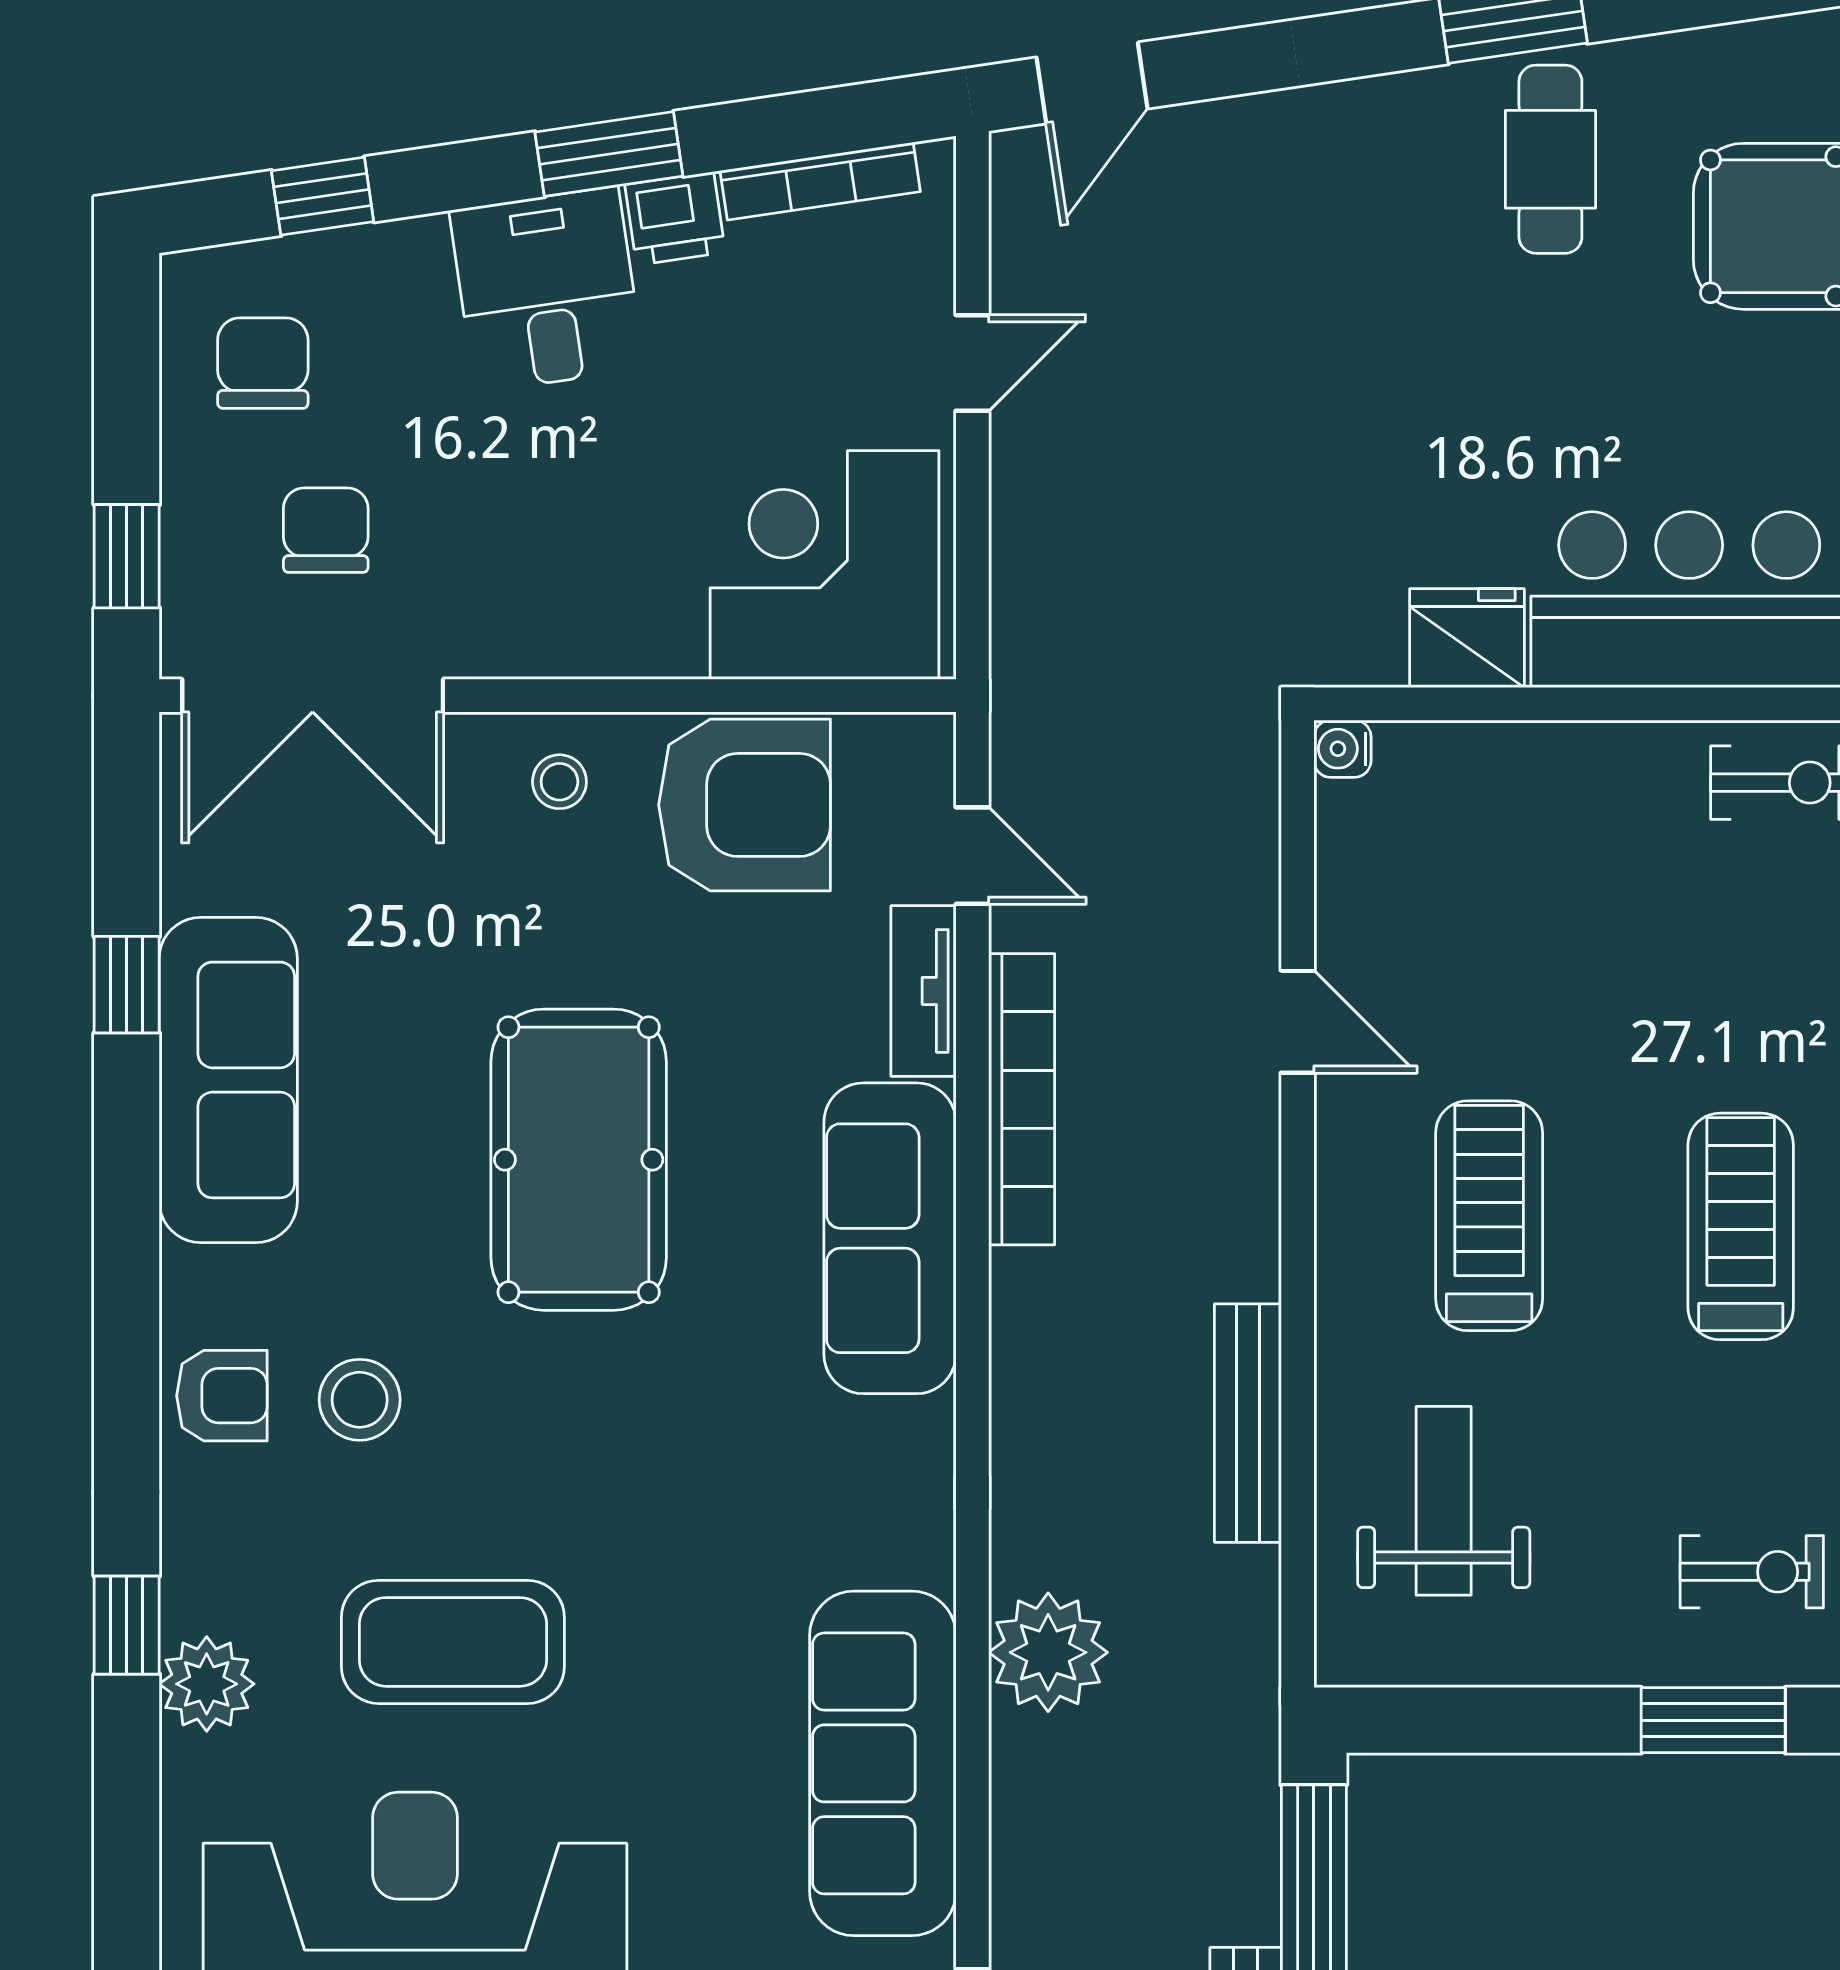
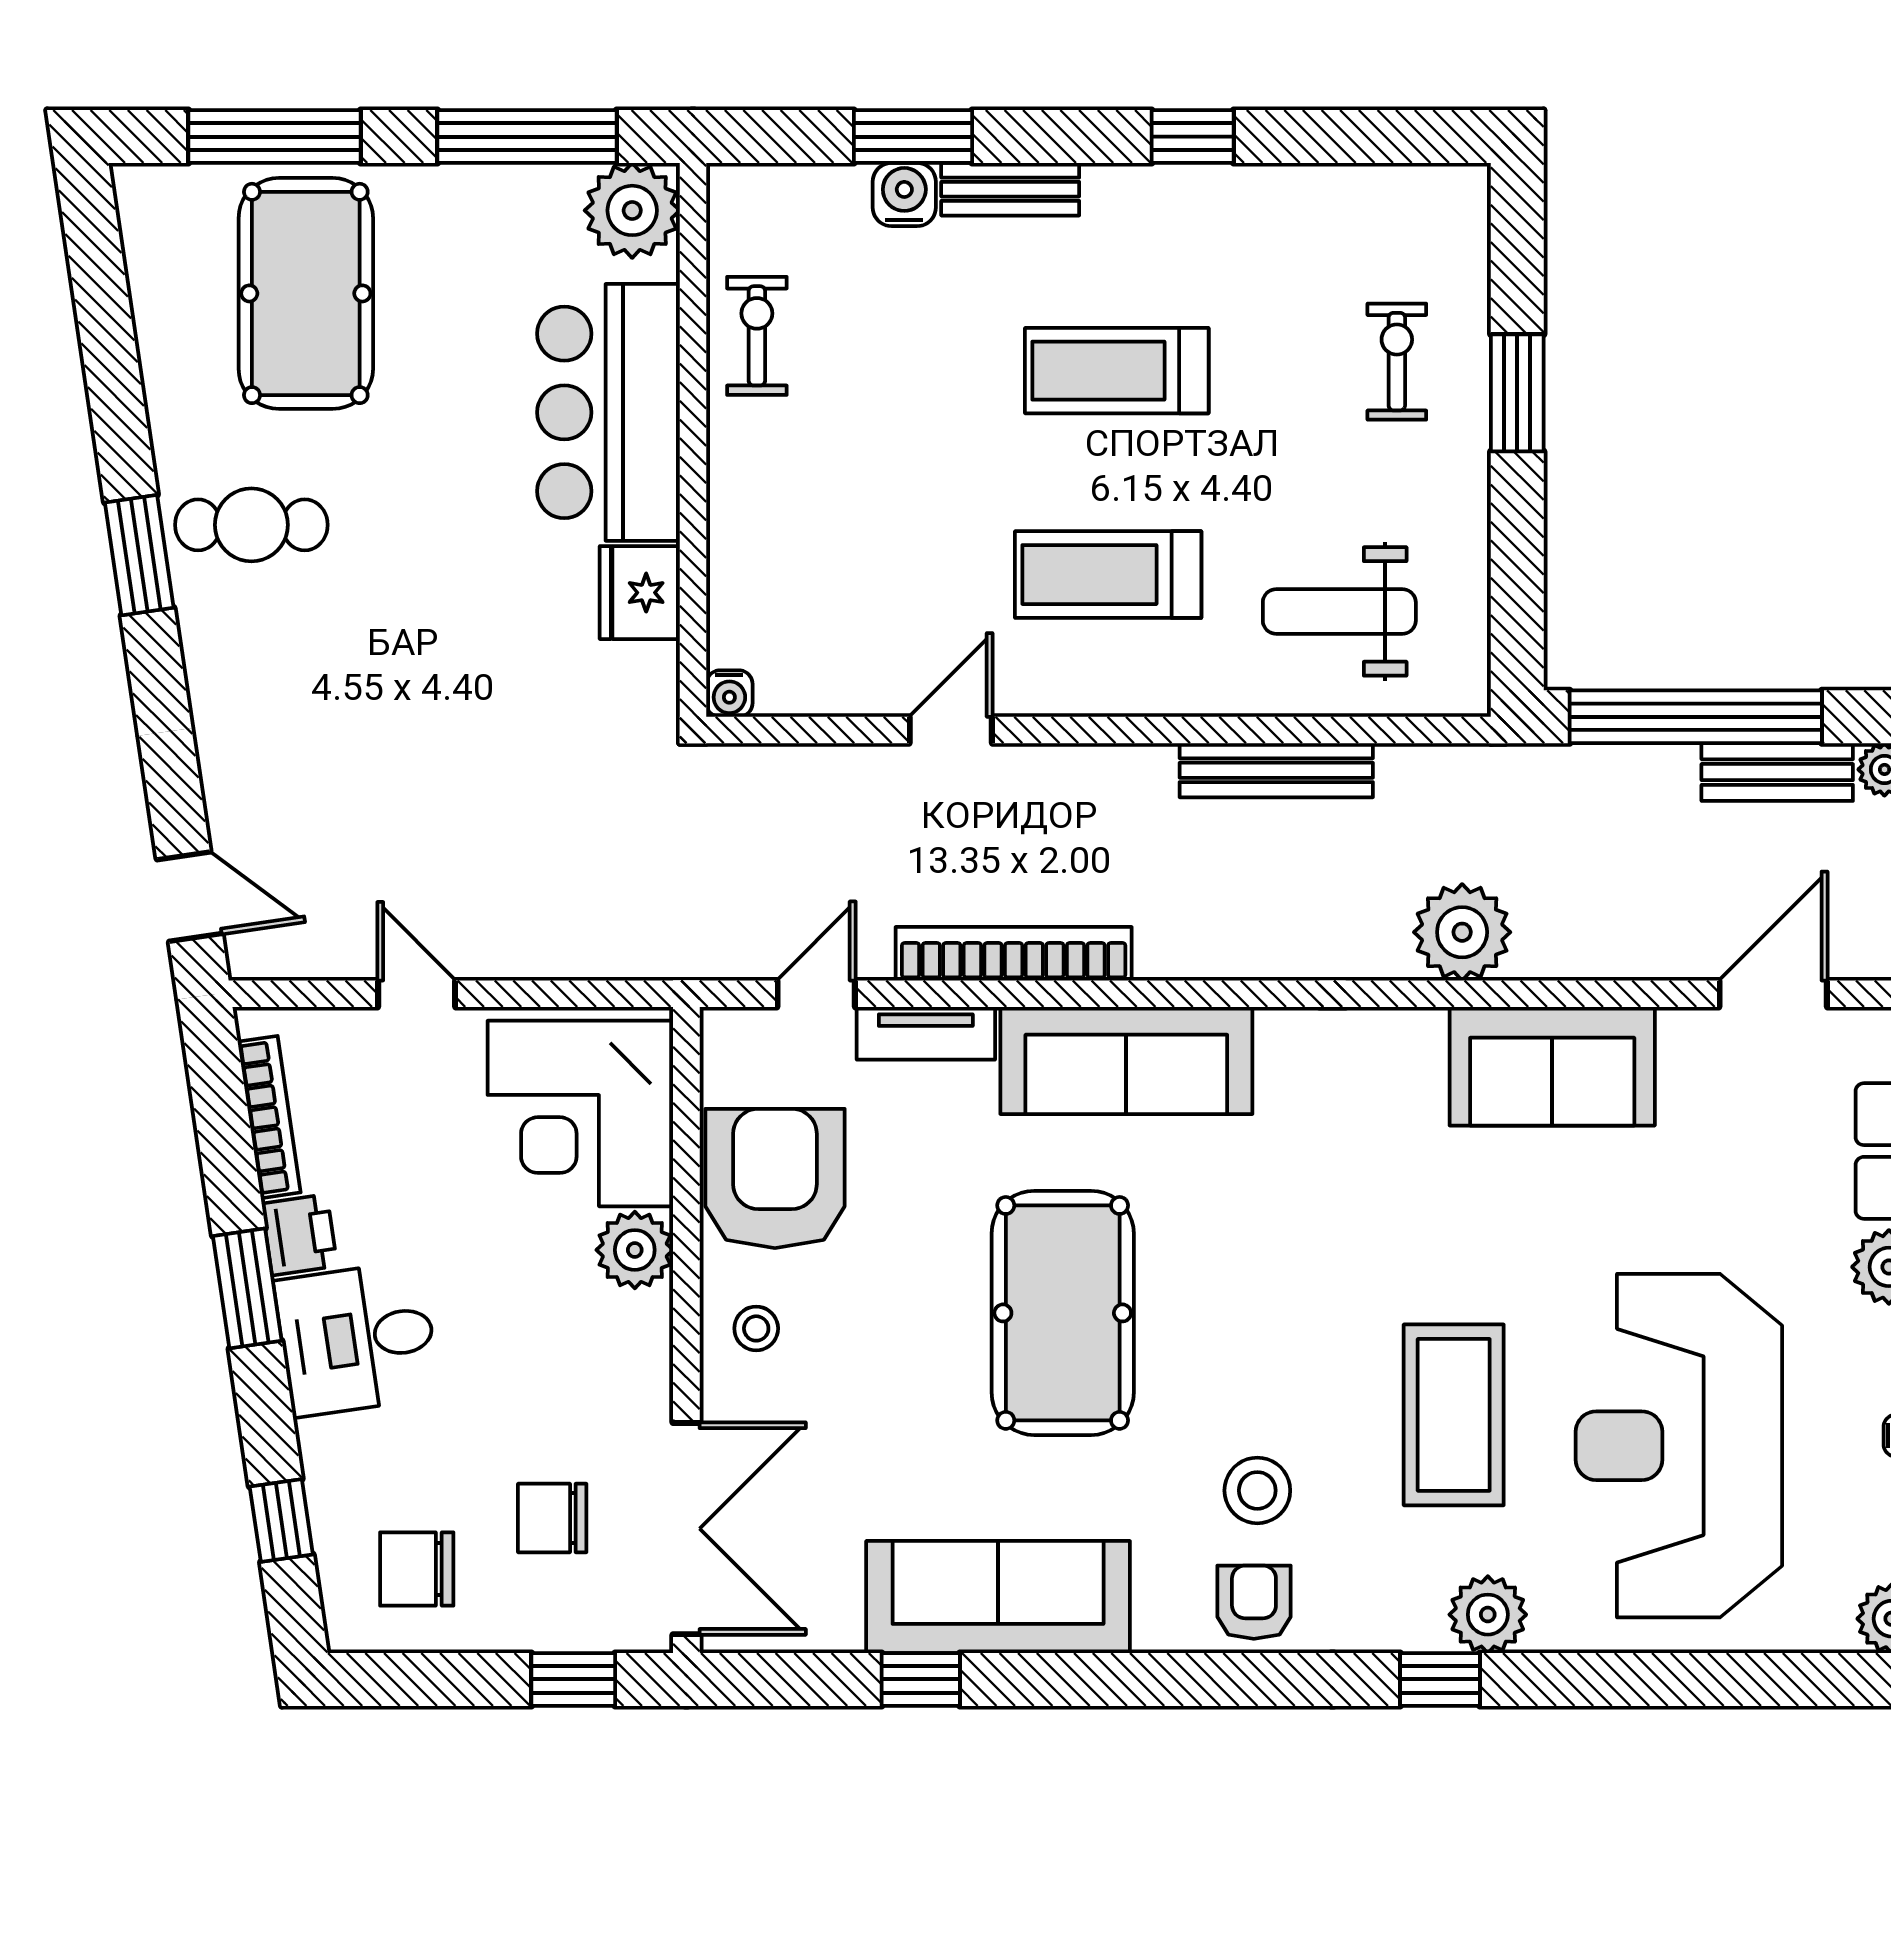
plant: (656, 632) -> (635, 1250), added
pool table: (579, 1160) -> (1063, 1313), turned 90
sofa: (883, 1763) -> (1552, 1066), width x0.73

